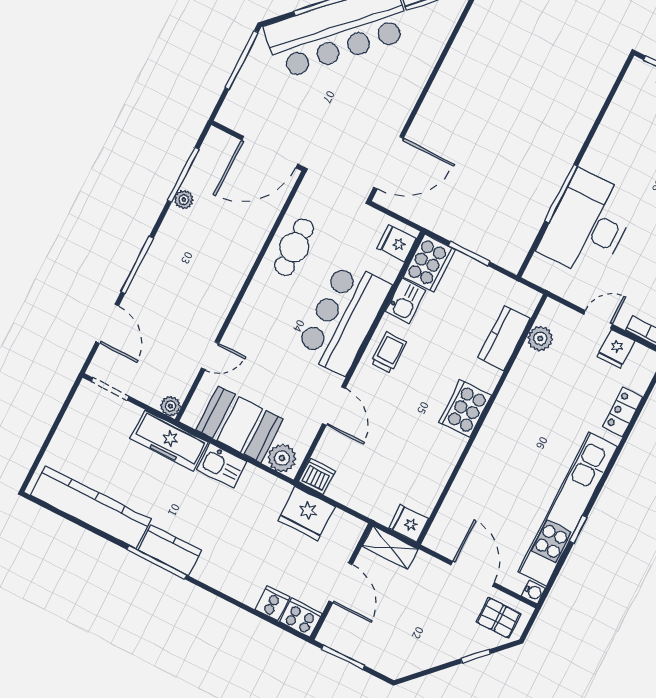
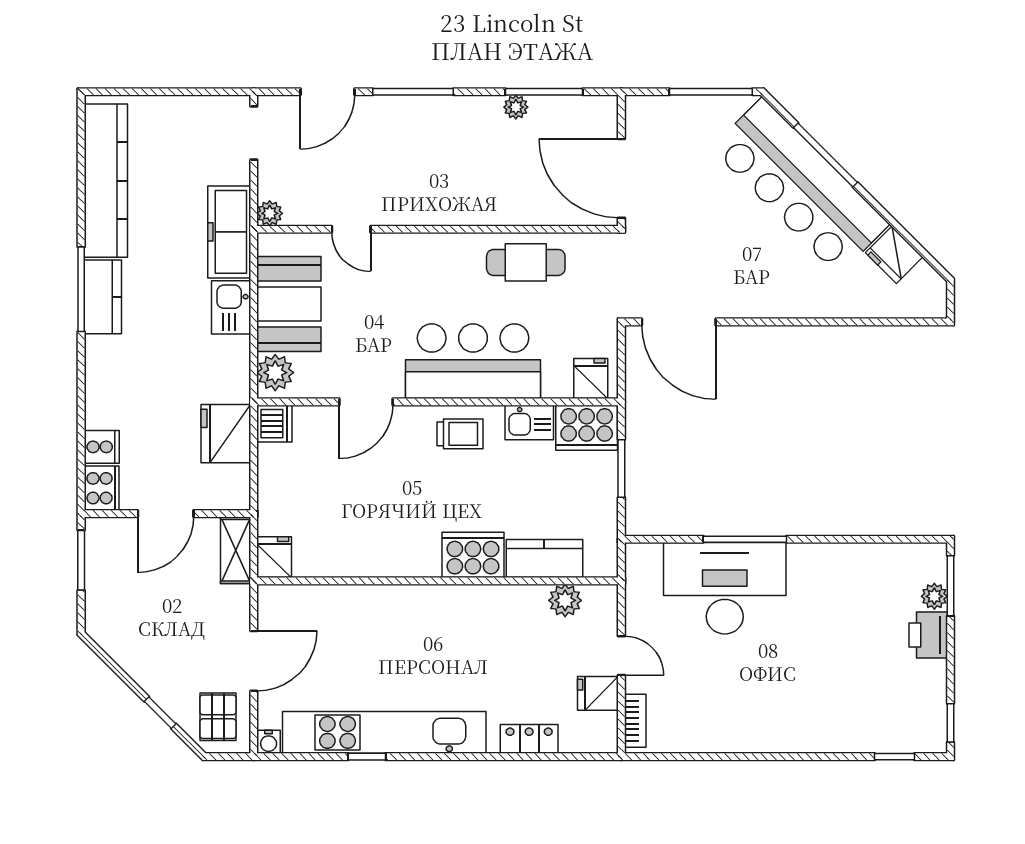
cooker: (465, 409) -> (473, 555), moved

